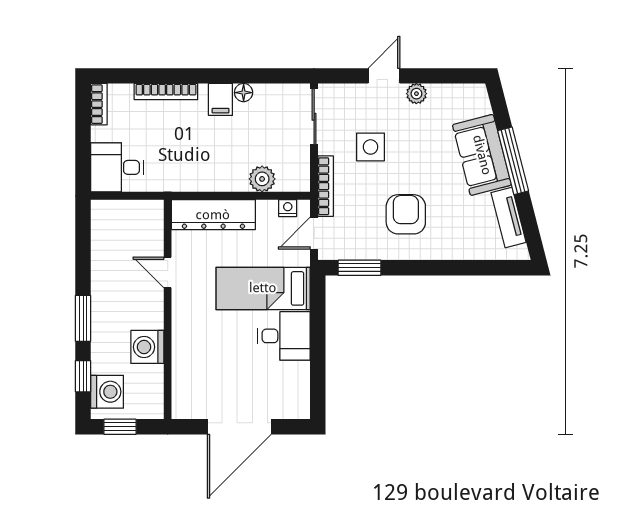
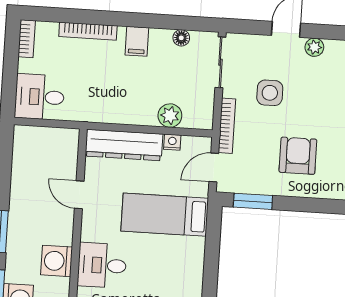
floor lamp: (244, 93) -> (181, 38), moved
nightstand: (288, 208) -> (172, 142), moved
desk: (284, 336) -> (102, 265), moved, turned 180

